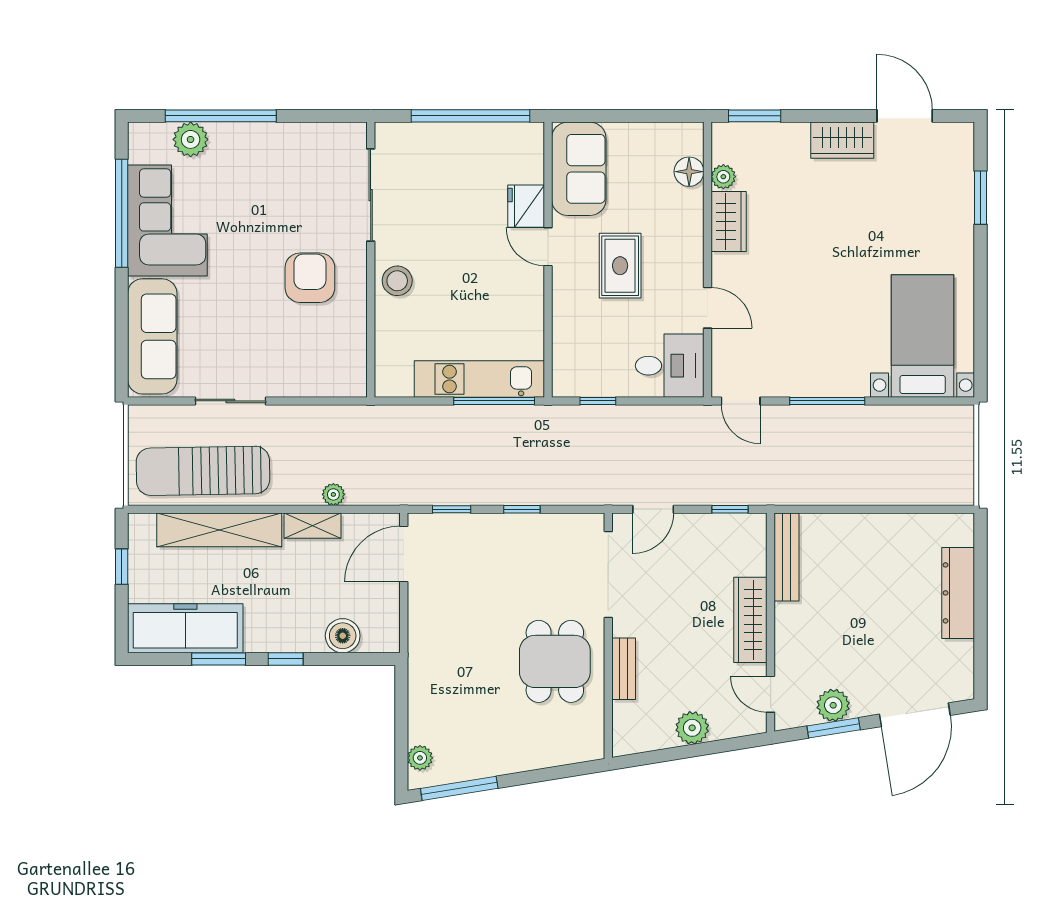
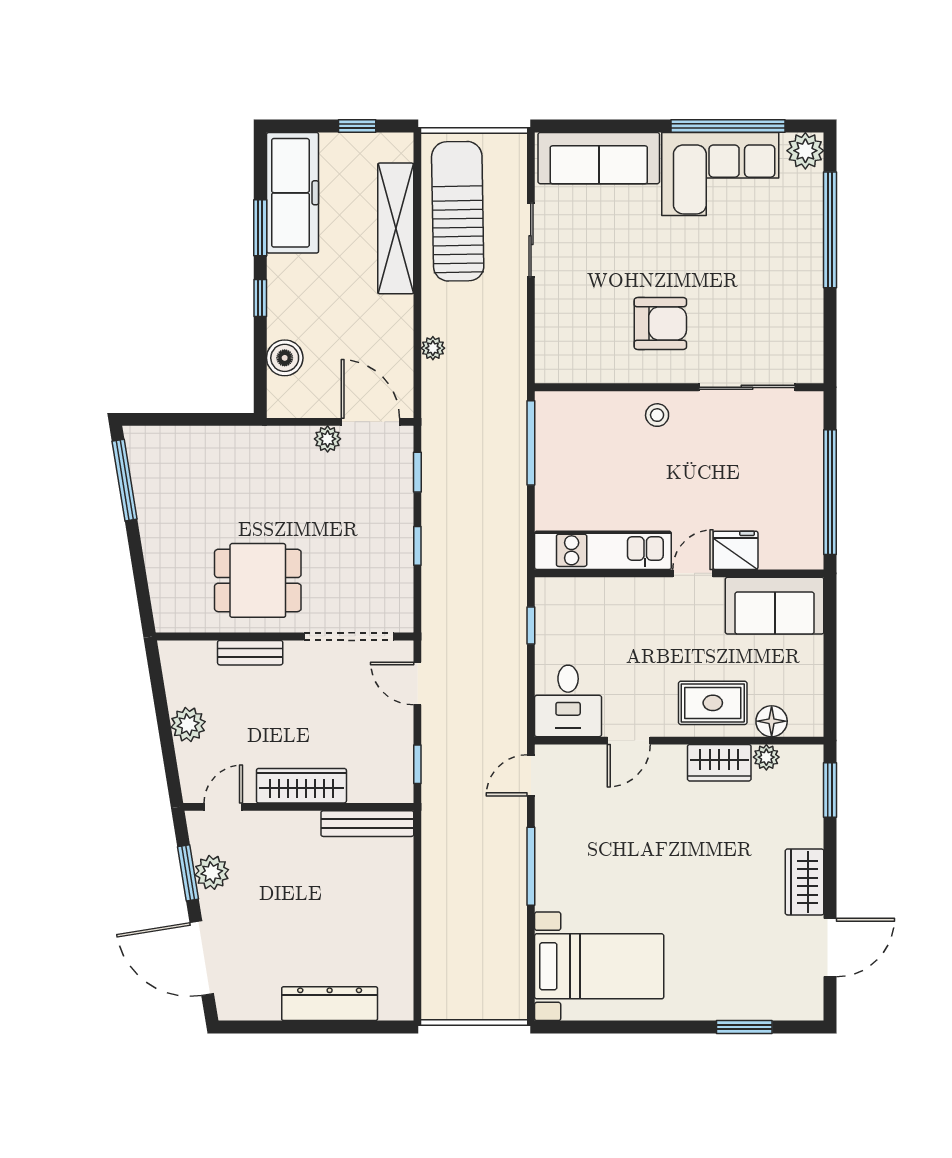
plant: (191, 139) -> (805, 151), moved
rug: (620, 266) -> (713, 703), moved
stool: (397, 281) -> (657, 415), width x0.73, depth x0.73
kitchen unit: (479, 379) -> (603, 550), moved, turned -90
window: (494, 401) -> (531, 443), moved
shelving: (313, 526) -> (400, 326), removed
plant: (420, 758) -> (328, 439), moved

